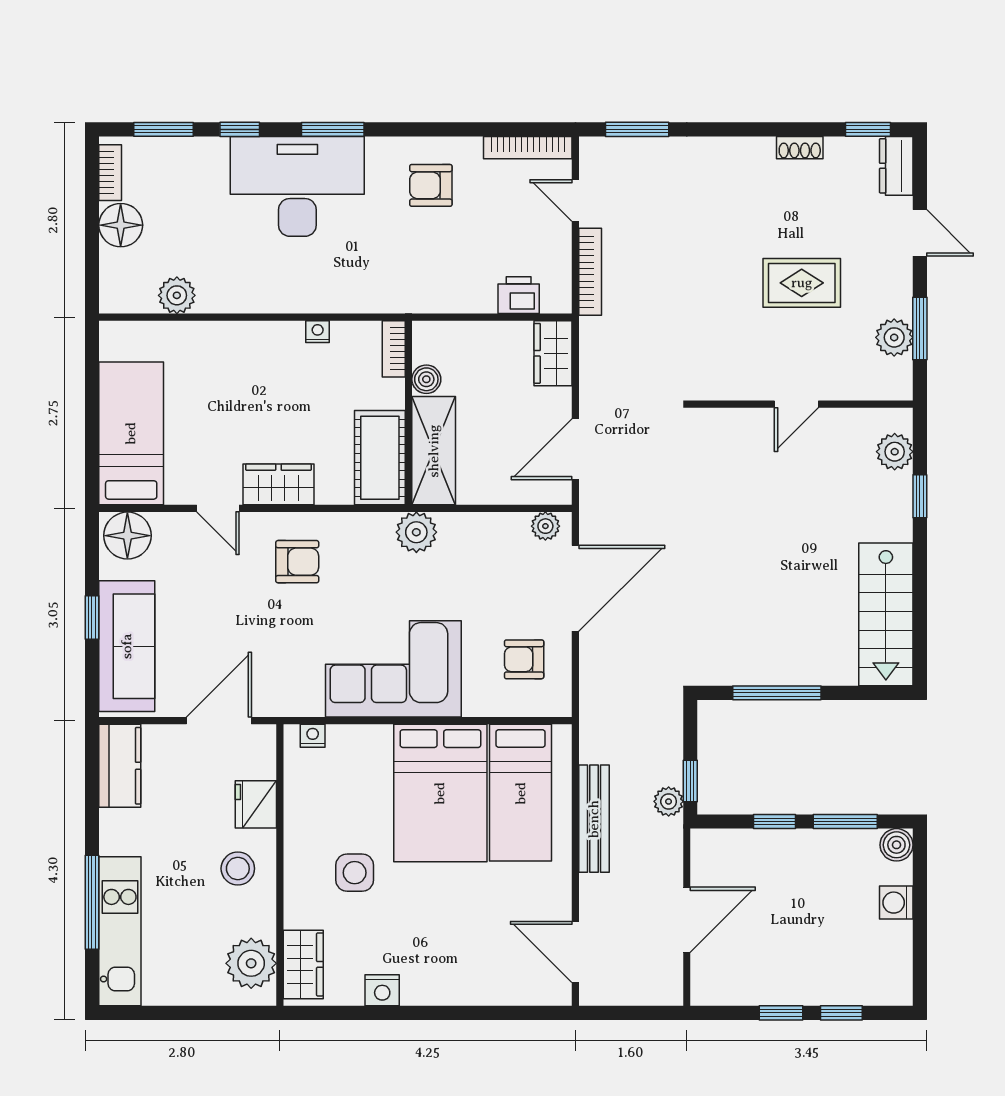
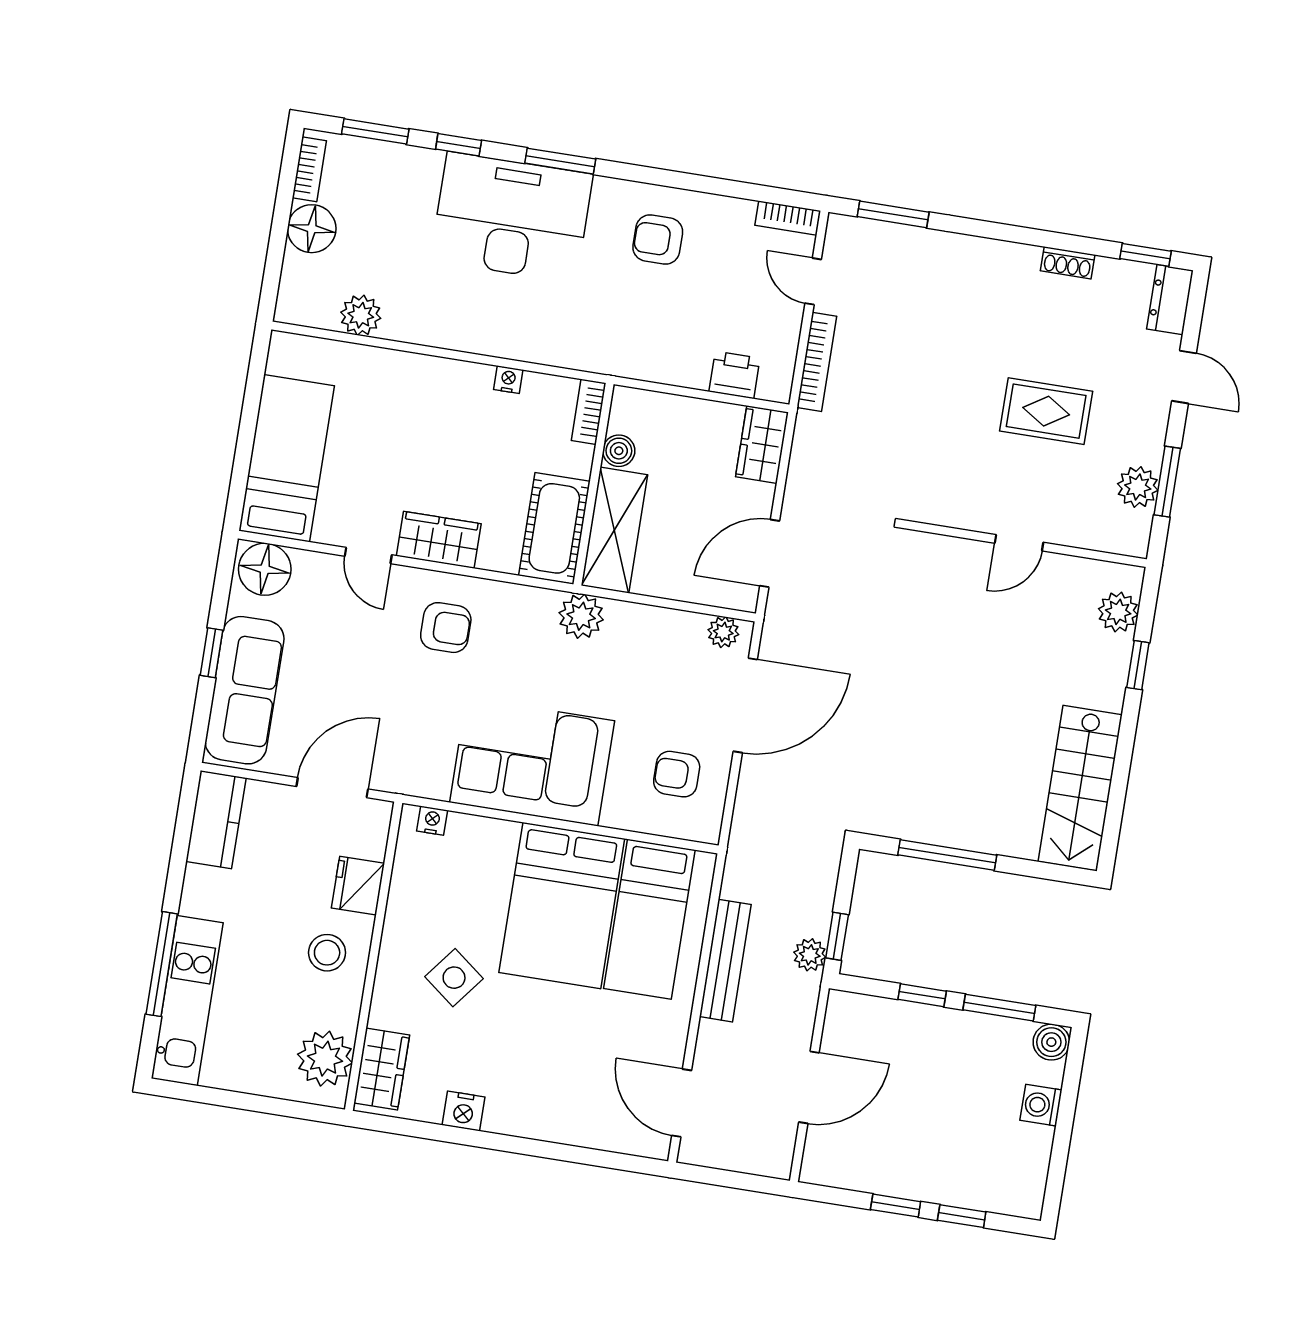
bookcase: (528, 148) -> (788, 218), width x0.64
side table: (355, 873) -> (454, 978), turned 38

